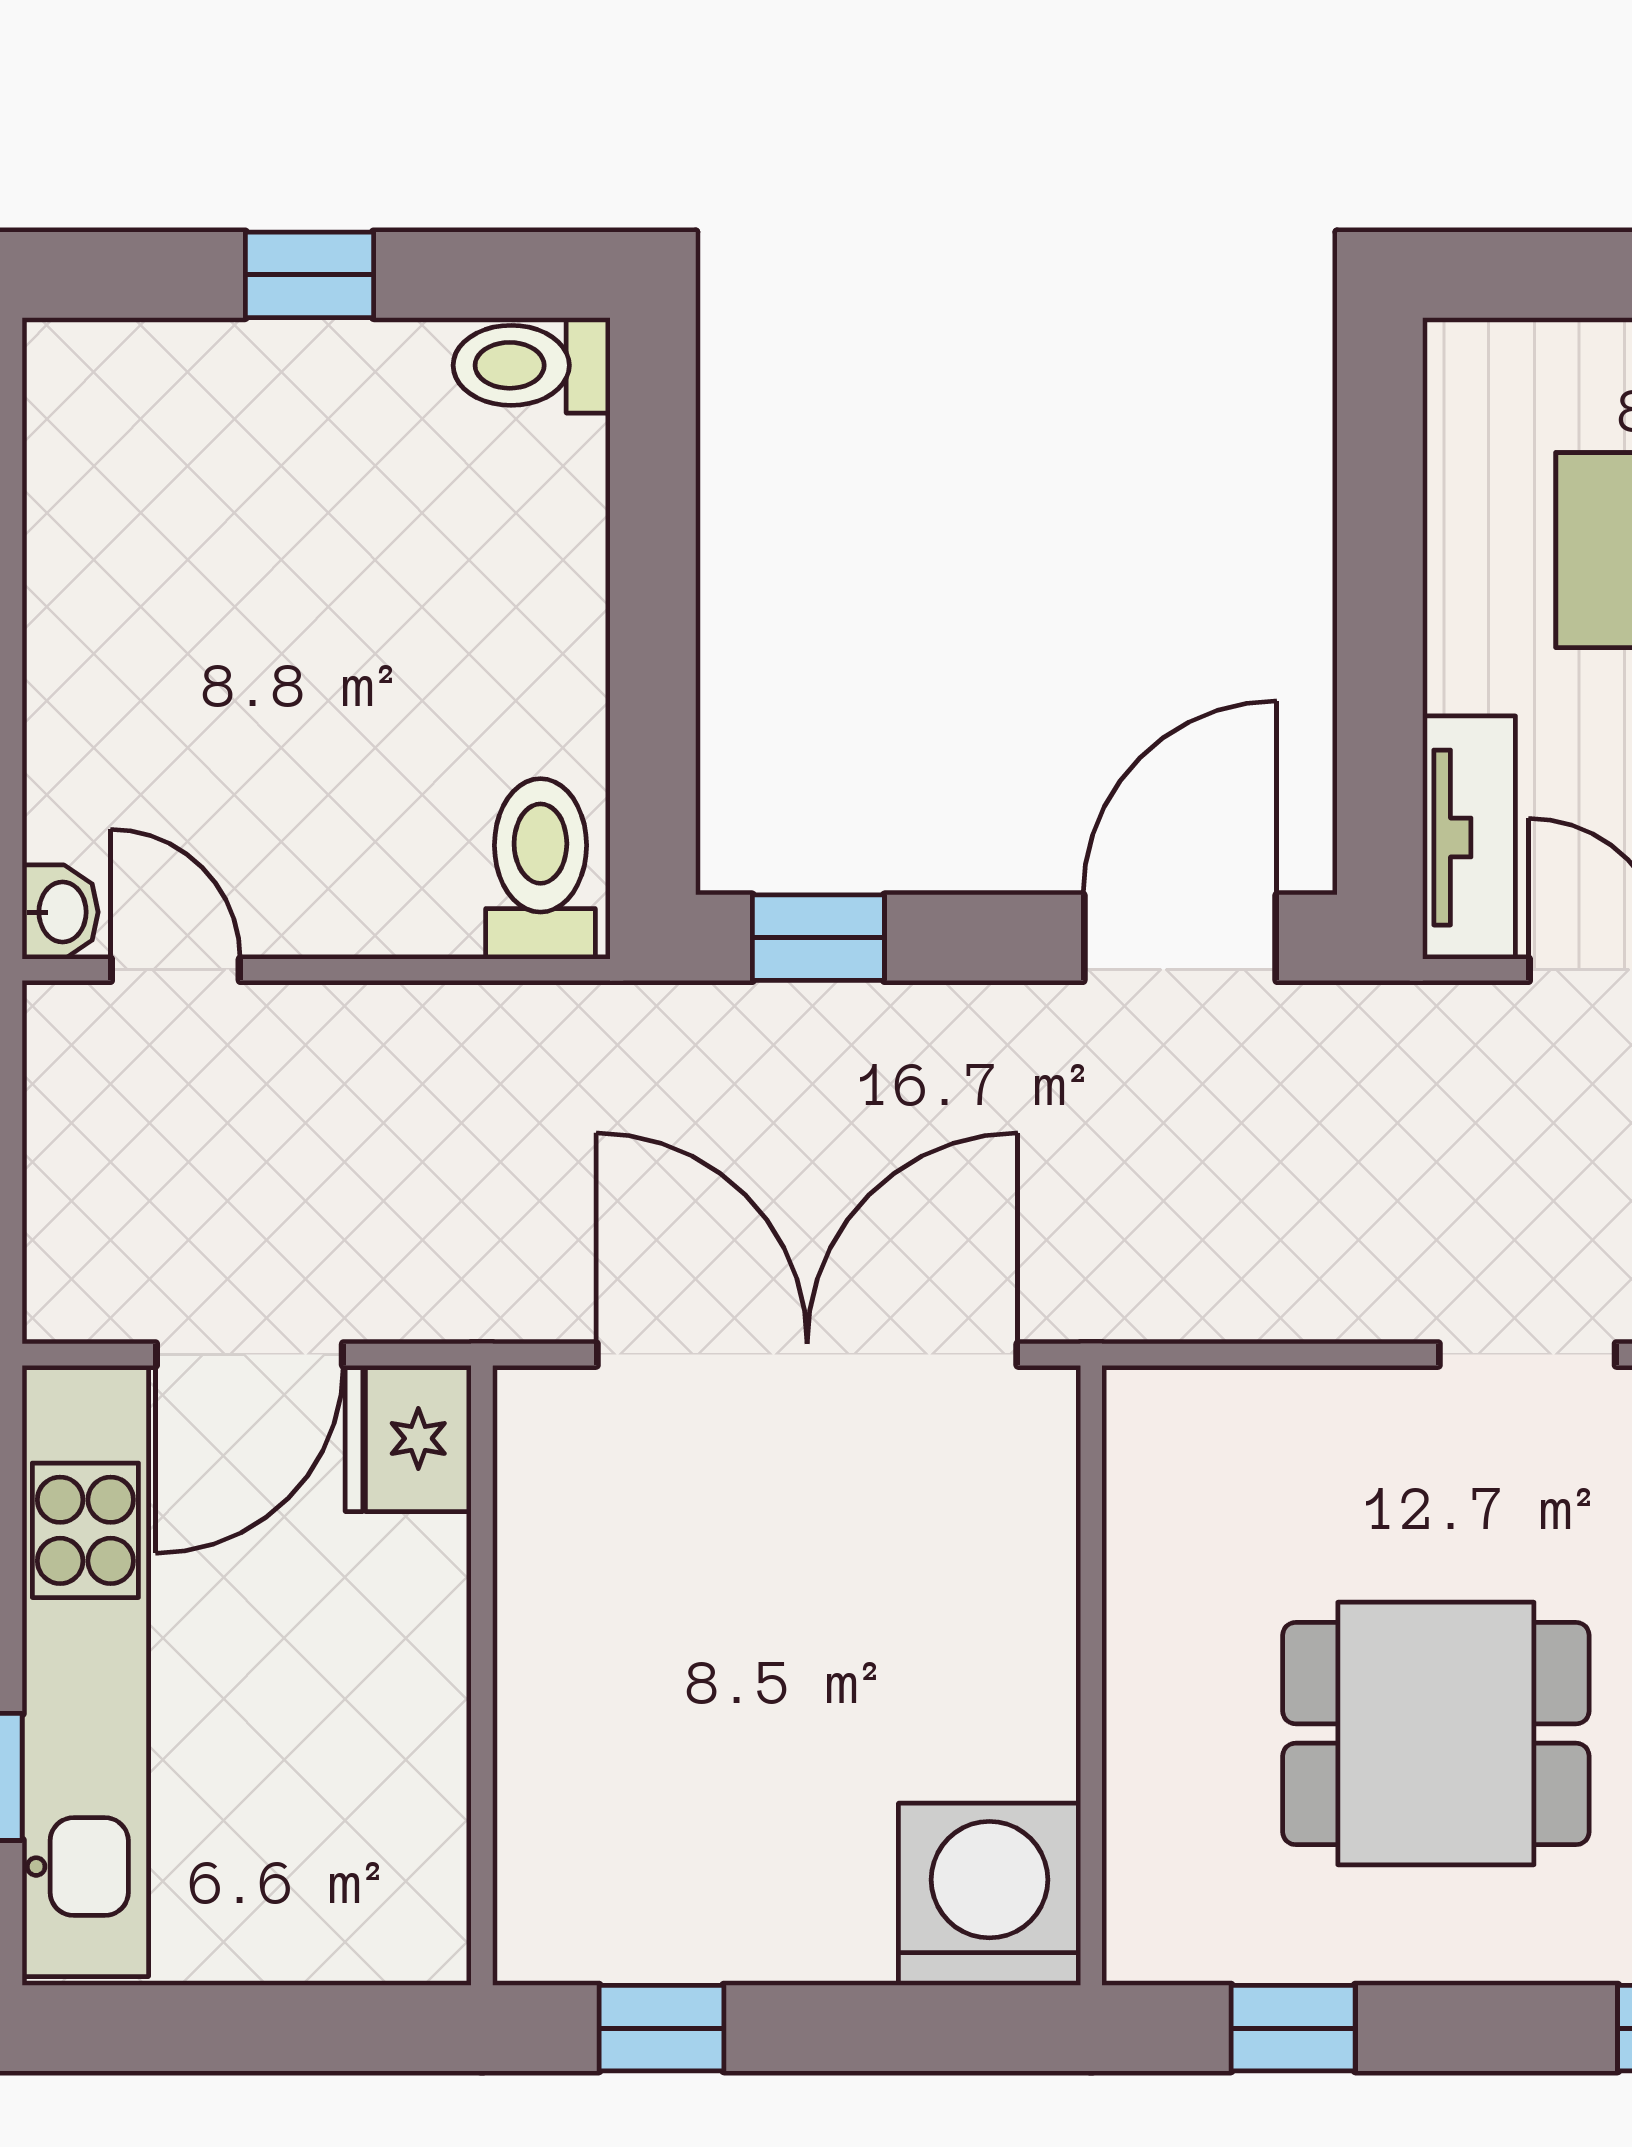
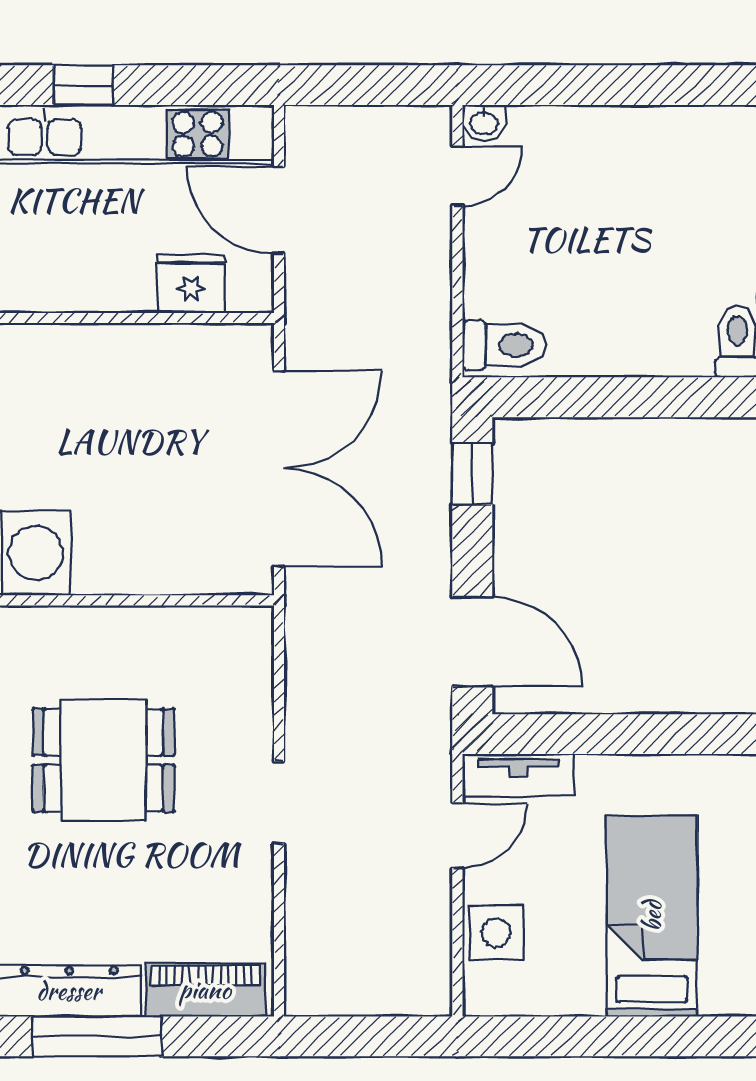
fridge: (408, 1438) -> (191, 284), moved
dining table: (1436, 1734) -> (103, 760), turned 90

